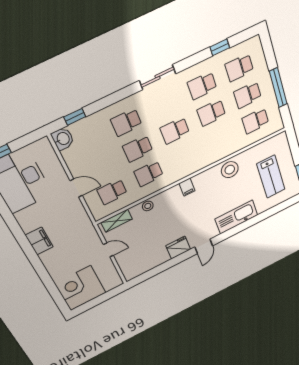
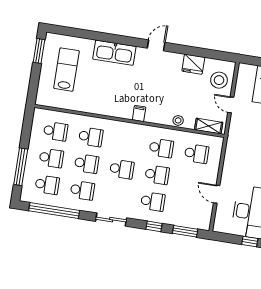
window: (220, 47) -> (54, 211), width x3.17
window: (278, 88) -> (21, 167), moved
window: (110, 100) -> (154, 226), added
window: (75, 117) -> (185, 231), width x1.50
school desk: (220, 138) -> (91, 137), added
washbasin: (63, 139) -> (203, 221), removed
stool: (230, 170) -> (219, 80), moved
door: (76, 188) -> (217, 194), moved
fridge: (178, 248) -> (193, 64), moved

